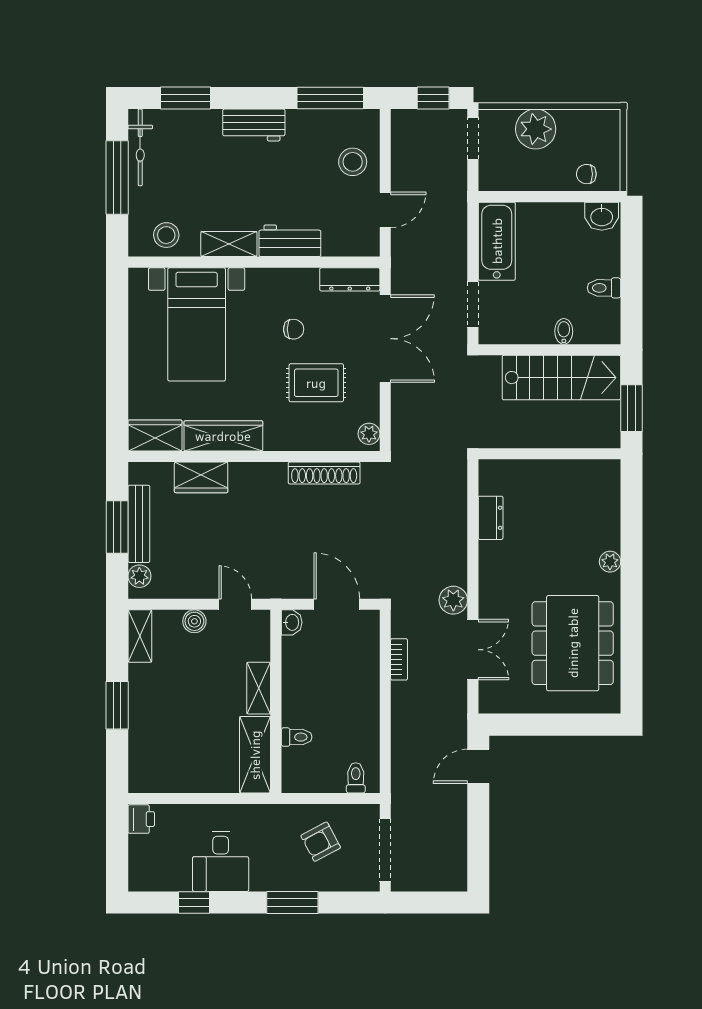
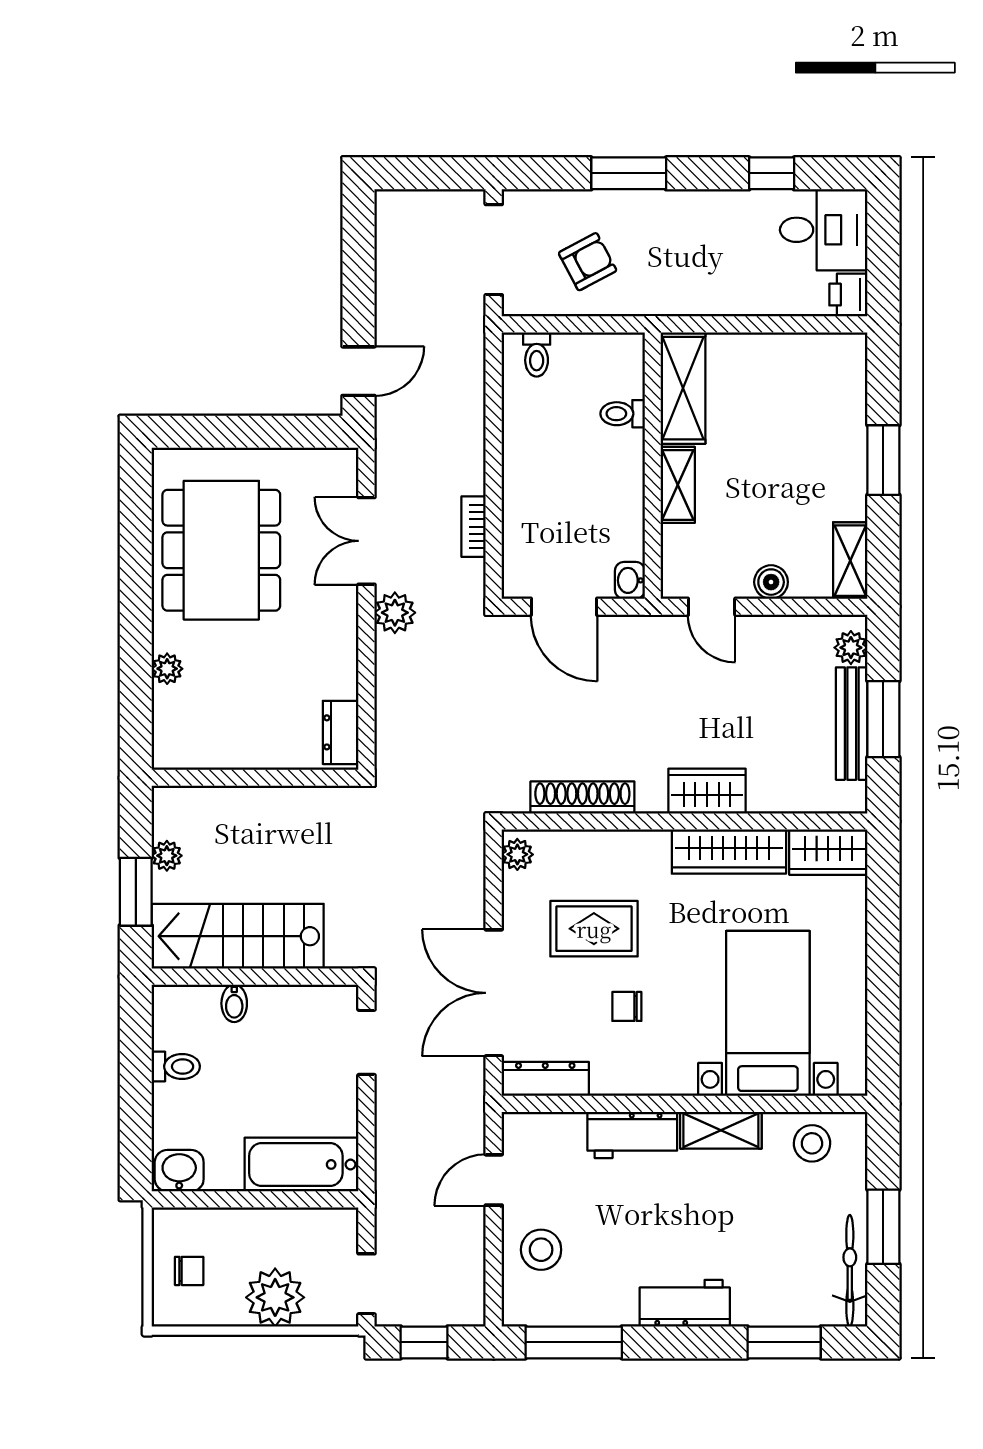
chair: (586, 174) -> (189, 1271), moved
window: (117, 178) -> (883, 1227), width x0.69
bathtub: (497, 241) -> (302, 1164), moved, turned 90
plant: (610, 433) -> (167, 856), added
wall: (549, 454) -> (255, 778), moved
wardrobe: (201, 477) -> (707, 791), moved
desk: (221, 861) -> (824, 230), moved, turned 90

